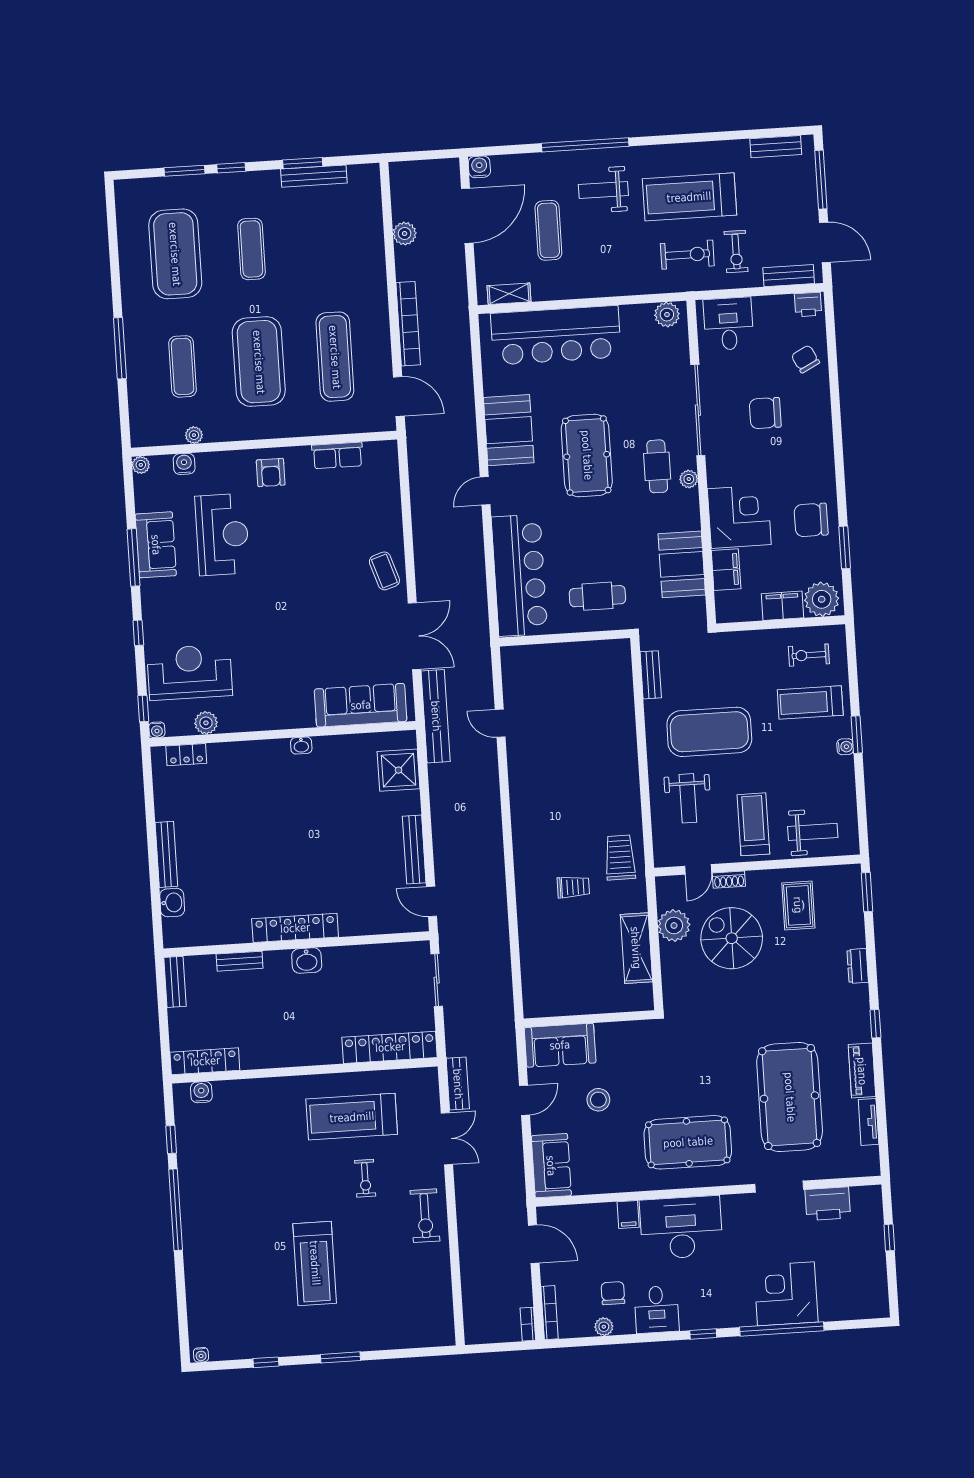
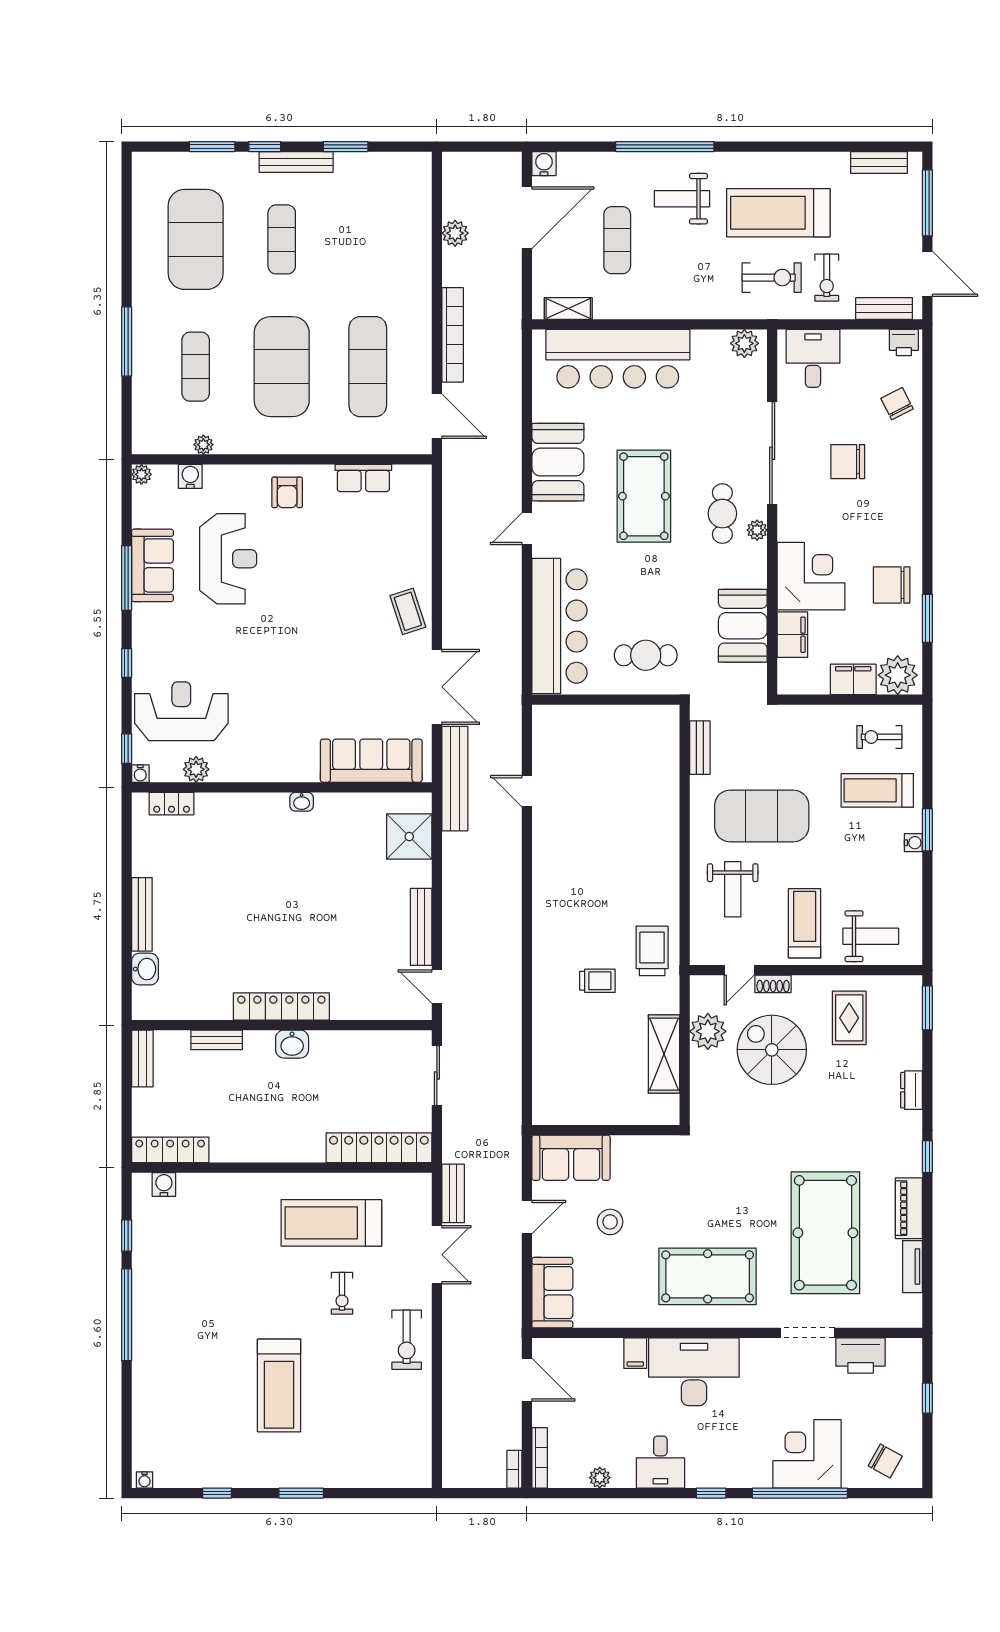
bench: (314, 176) -> (296, 162), moved
chair: (613, 1293) -> (885, 1461), moved, turned 119

